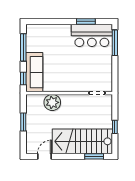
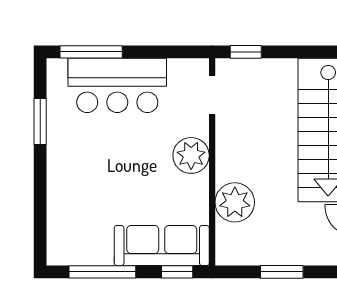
bar counter: (92, 35) -> (117, 85), moved, turned 90
plant: (72, 84) -> (191, 155), added
window: (115, 127) -> (246, 52), moved

